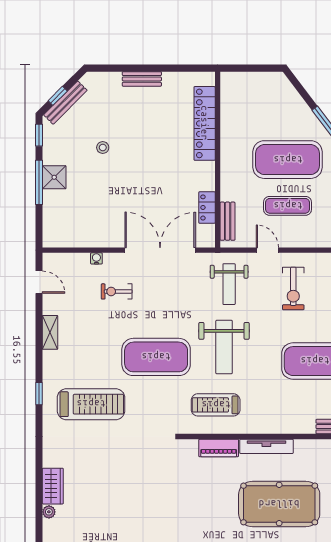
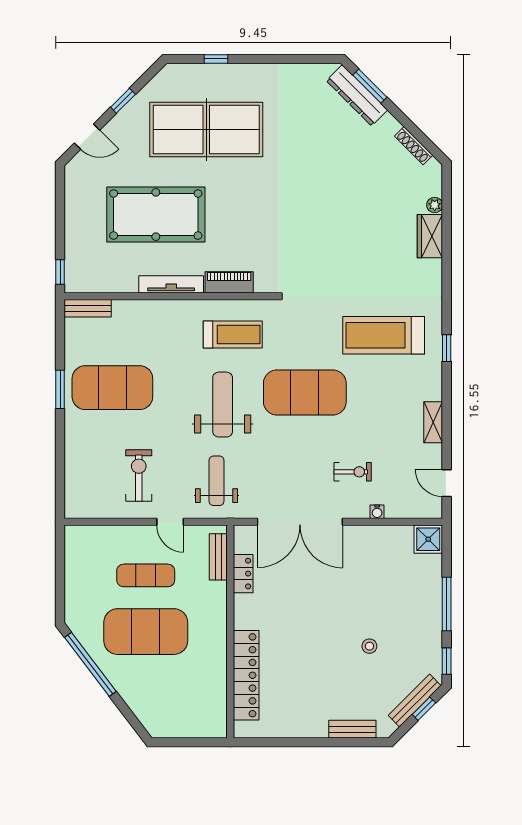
bench: (142, 79) -> (352, 729), moved
shower: (54, 177) -> (428, 539), moved

